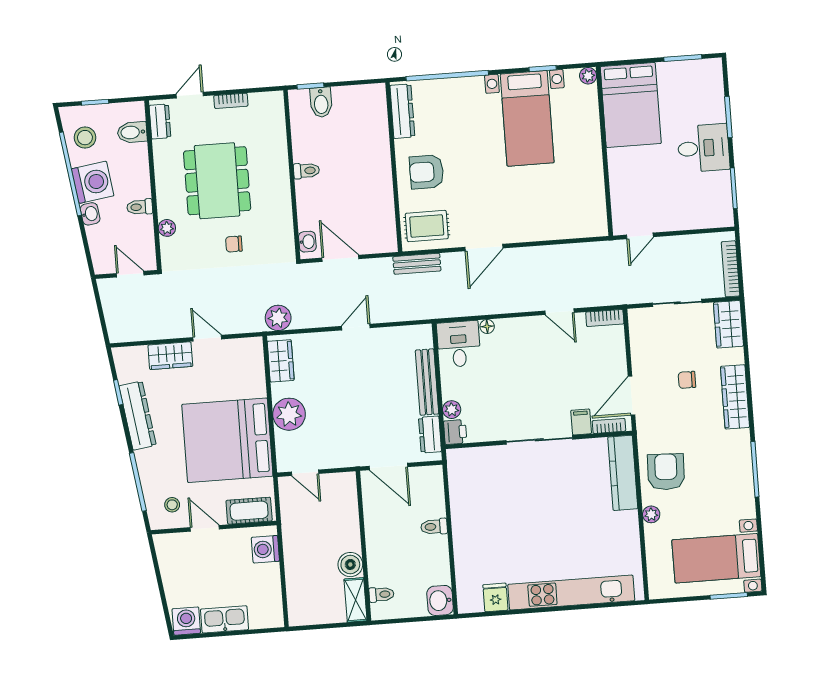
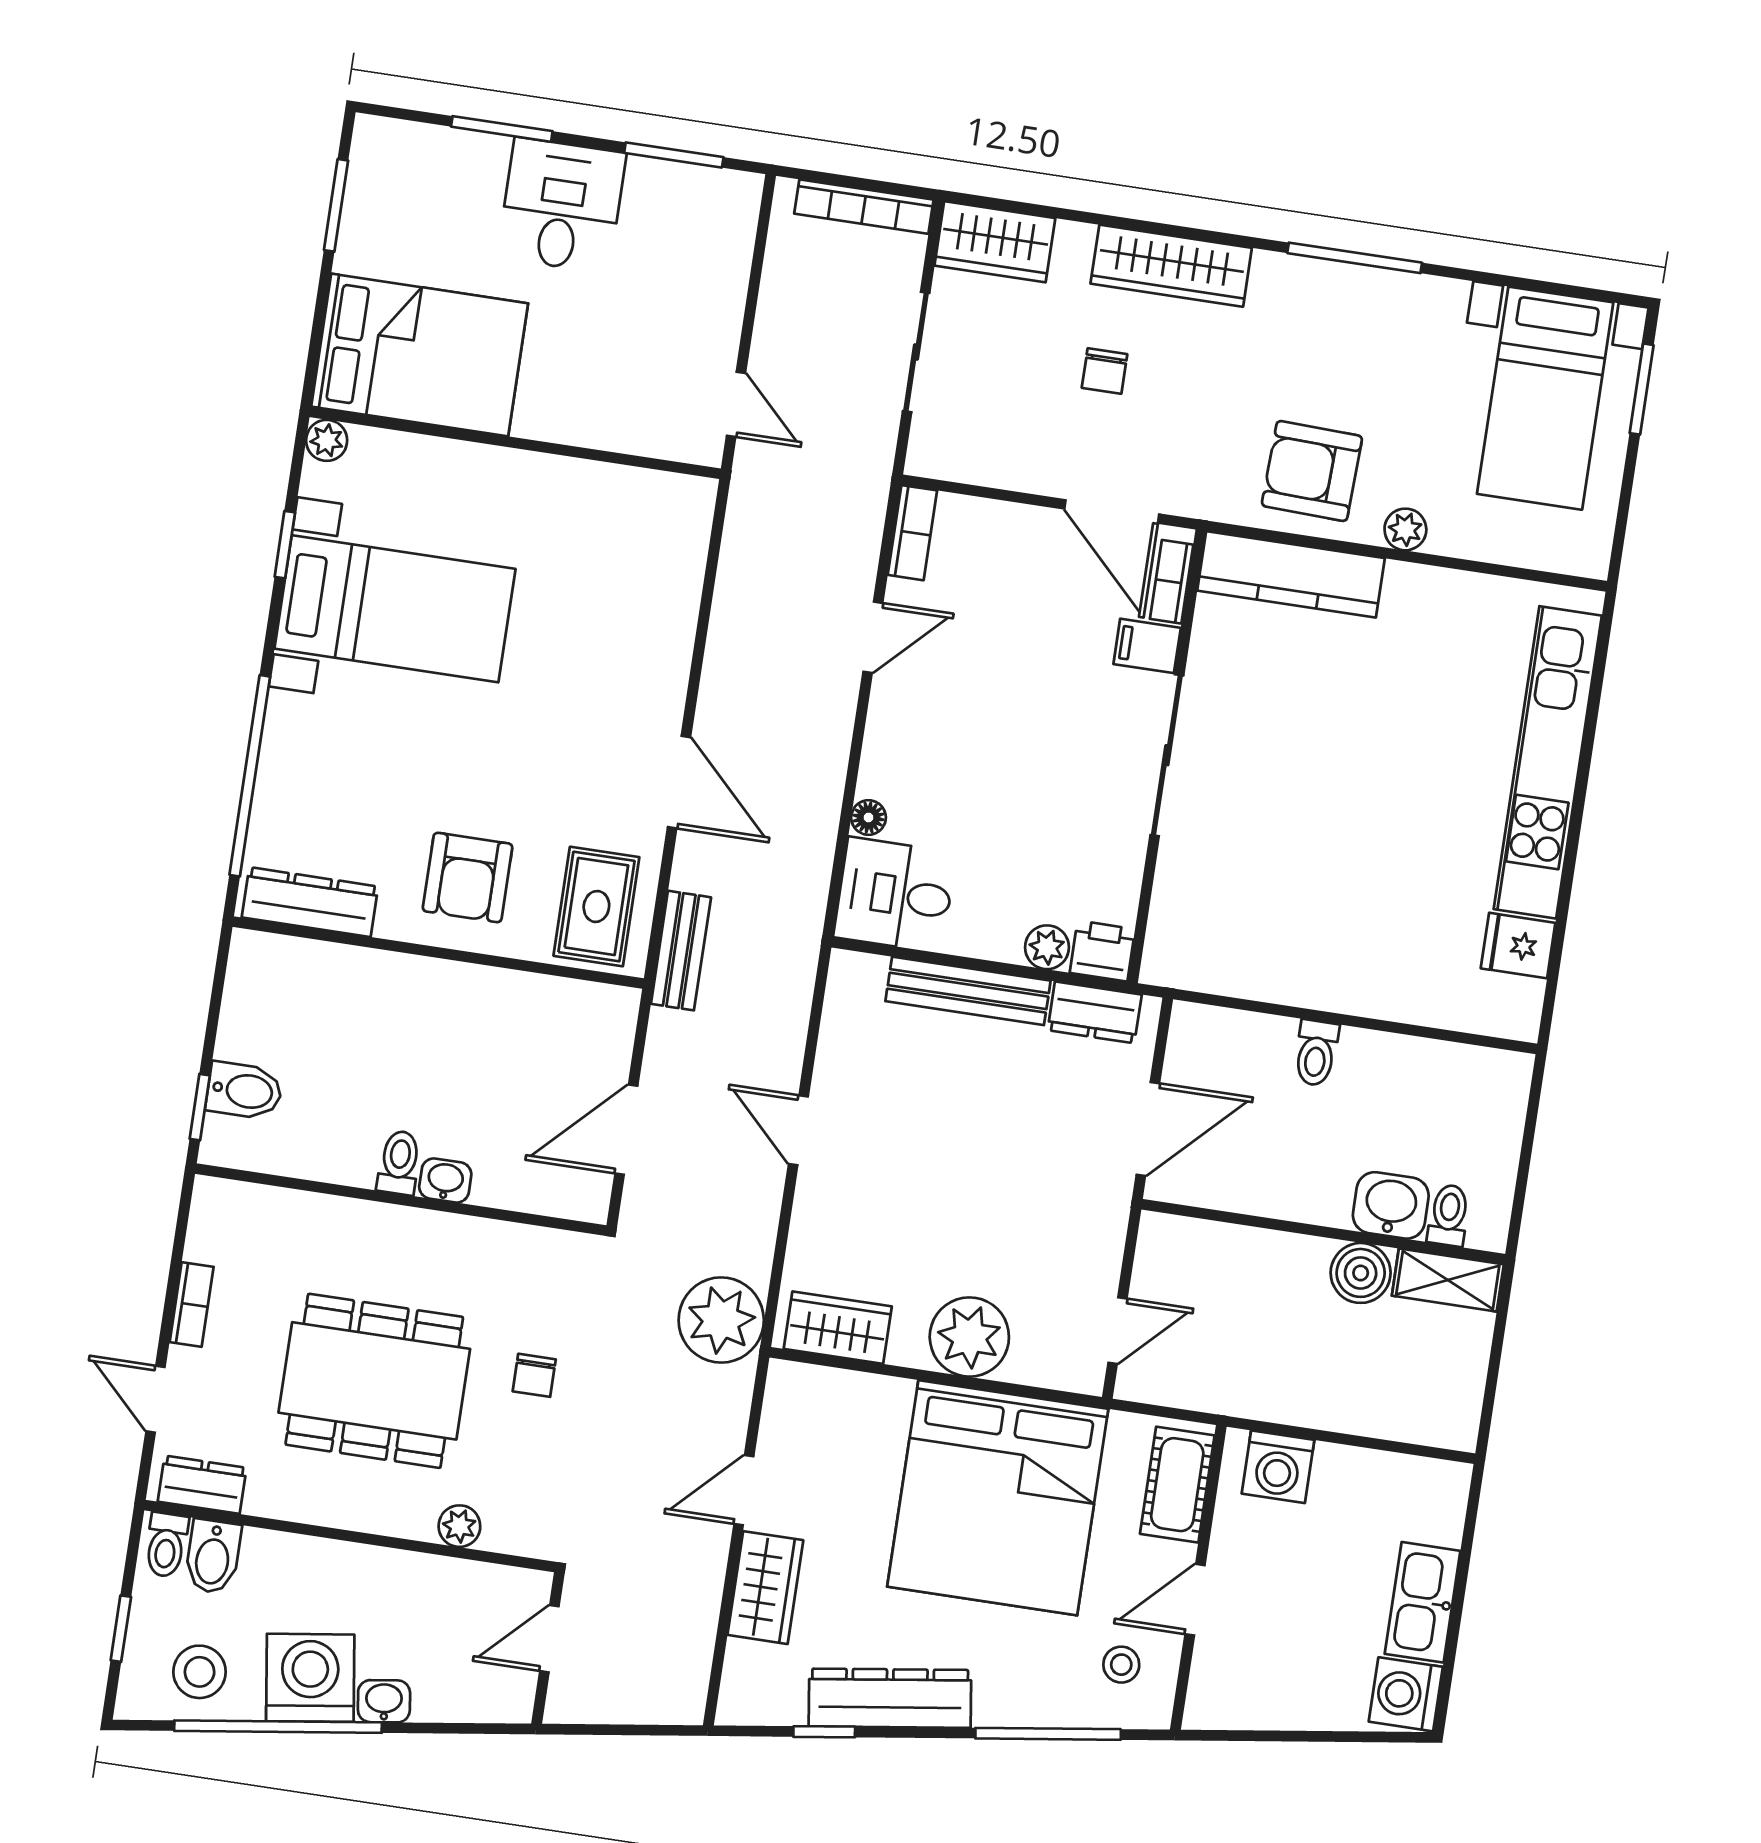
toilet: (140, 207) -> (166, 1545), moved
washbasin: (307, 242) -> (445, 1181), moved
plant: (278, 318) -> (721, 1320), width x1.36, depth x1.36
washbasin: (440, 600) -> (1391, 1205), moved, turned 180

